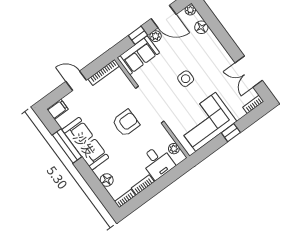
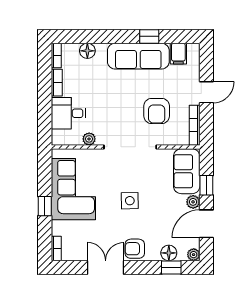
window: (210, 19) -> (171, 267), added
armchair: (215, 52) -> (135, 249), added
double door: (249, 72) -> (106, 267), moved
filing cabinet: (58, 109) -> (178, 54), moved
armchair: (126, 123) -> (157, 111), moved
window: (67, 146) -> (149, 36), width x0.46
plant: (174, 149) -> (89, 139), moved

